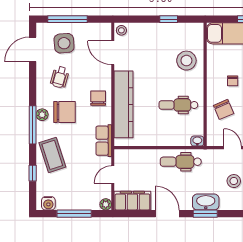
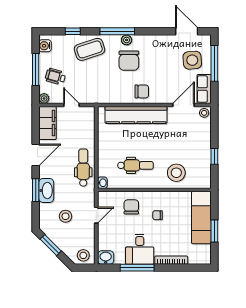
wheelchair: (60, 77) -> (55, 76), moved
dental chair: (178, 105) -> (135, 165), turned 90
chair: (224, 109) -> (131, 207), turned 113
row of seats: (104, 141) -> (204, 89), moved, turned -90

